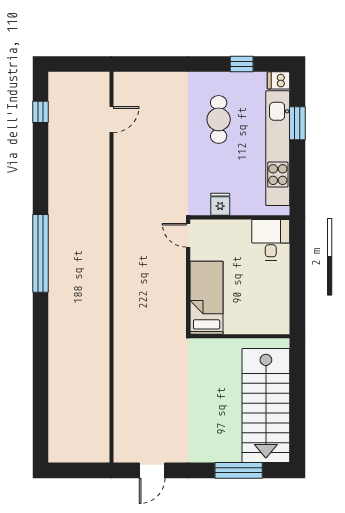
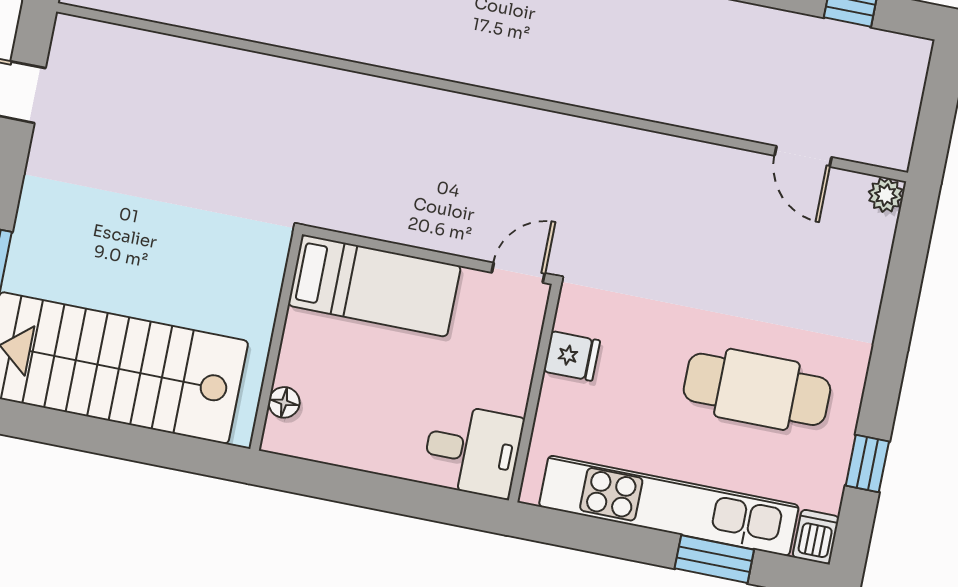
plant: (121, 80) -> (886, 195), added
cafe table: (219, 119) -> (757, 389), width x1.37, depth x1.35
floor lamp: (266, 327) -> (284, 402), added

